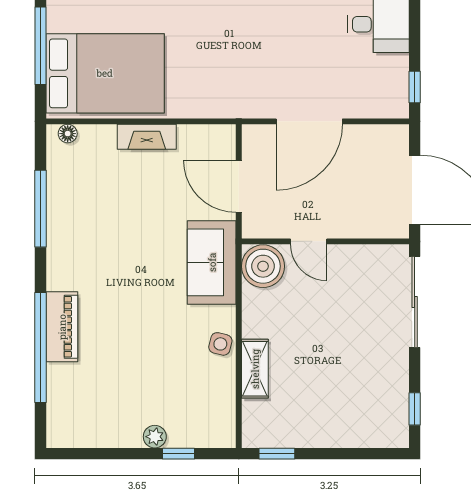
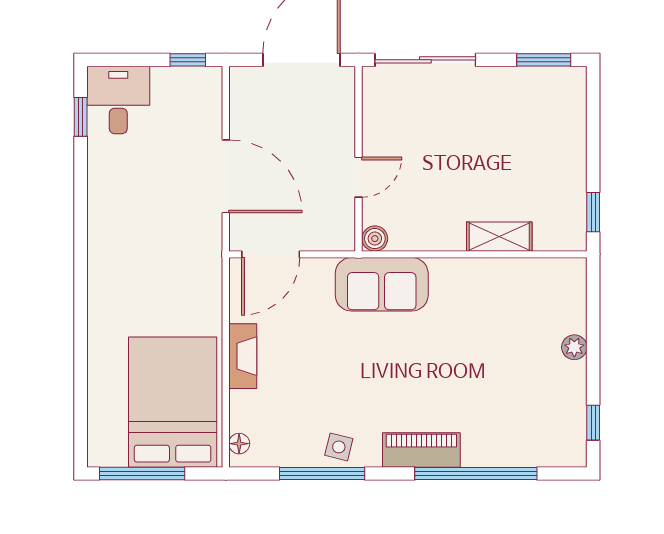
door: (239, 186) -> (271, 254), moved
boiler: (263, 266) -> (375, 239), width x0.54, depth x0.54
piano: (62, 327) -> (421, 450), moved
side table: (220, 344) -> (339, 447), moved
window: (415, 409) -> (544, 60), width x1.50
window: (178, 454) -> (593, 423), moved

